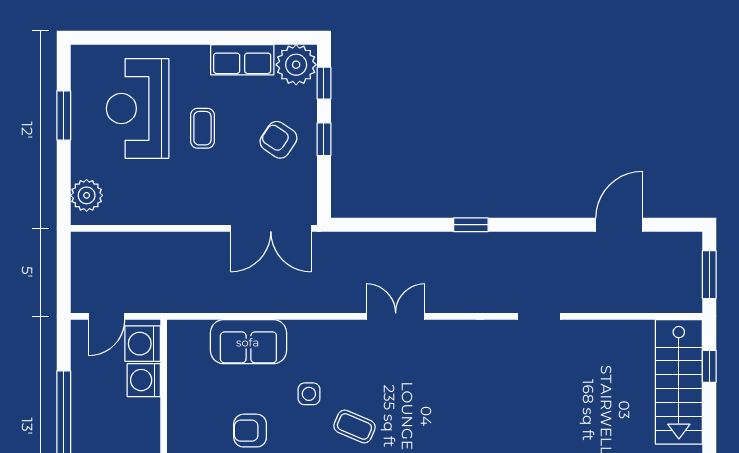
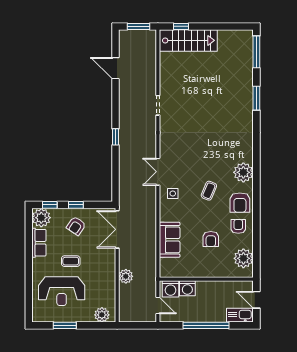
double door: (271, 228) -> (117, 229), swing flipped
plant: (170, 247) -> (126, 276), added
side table: (309, 394) -> (173, 193), moved

